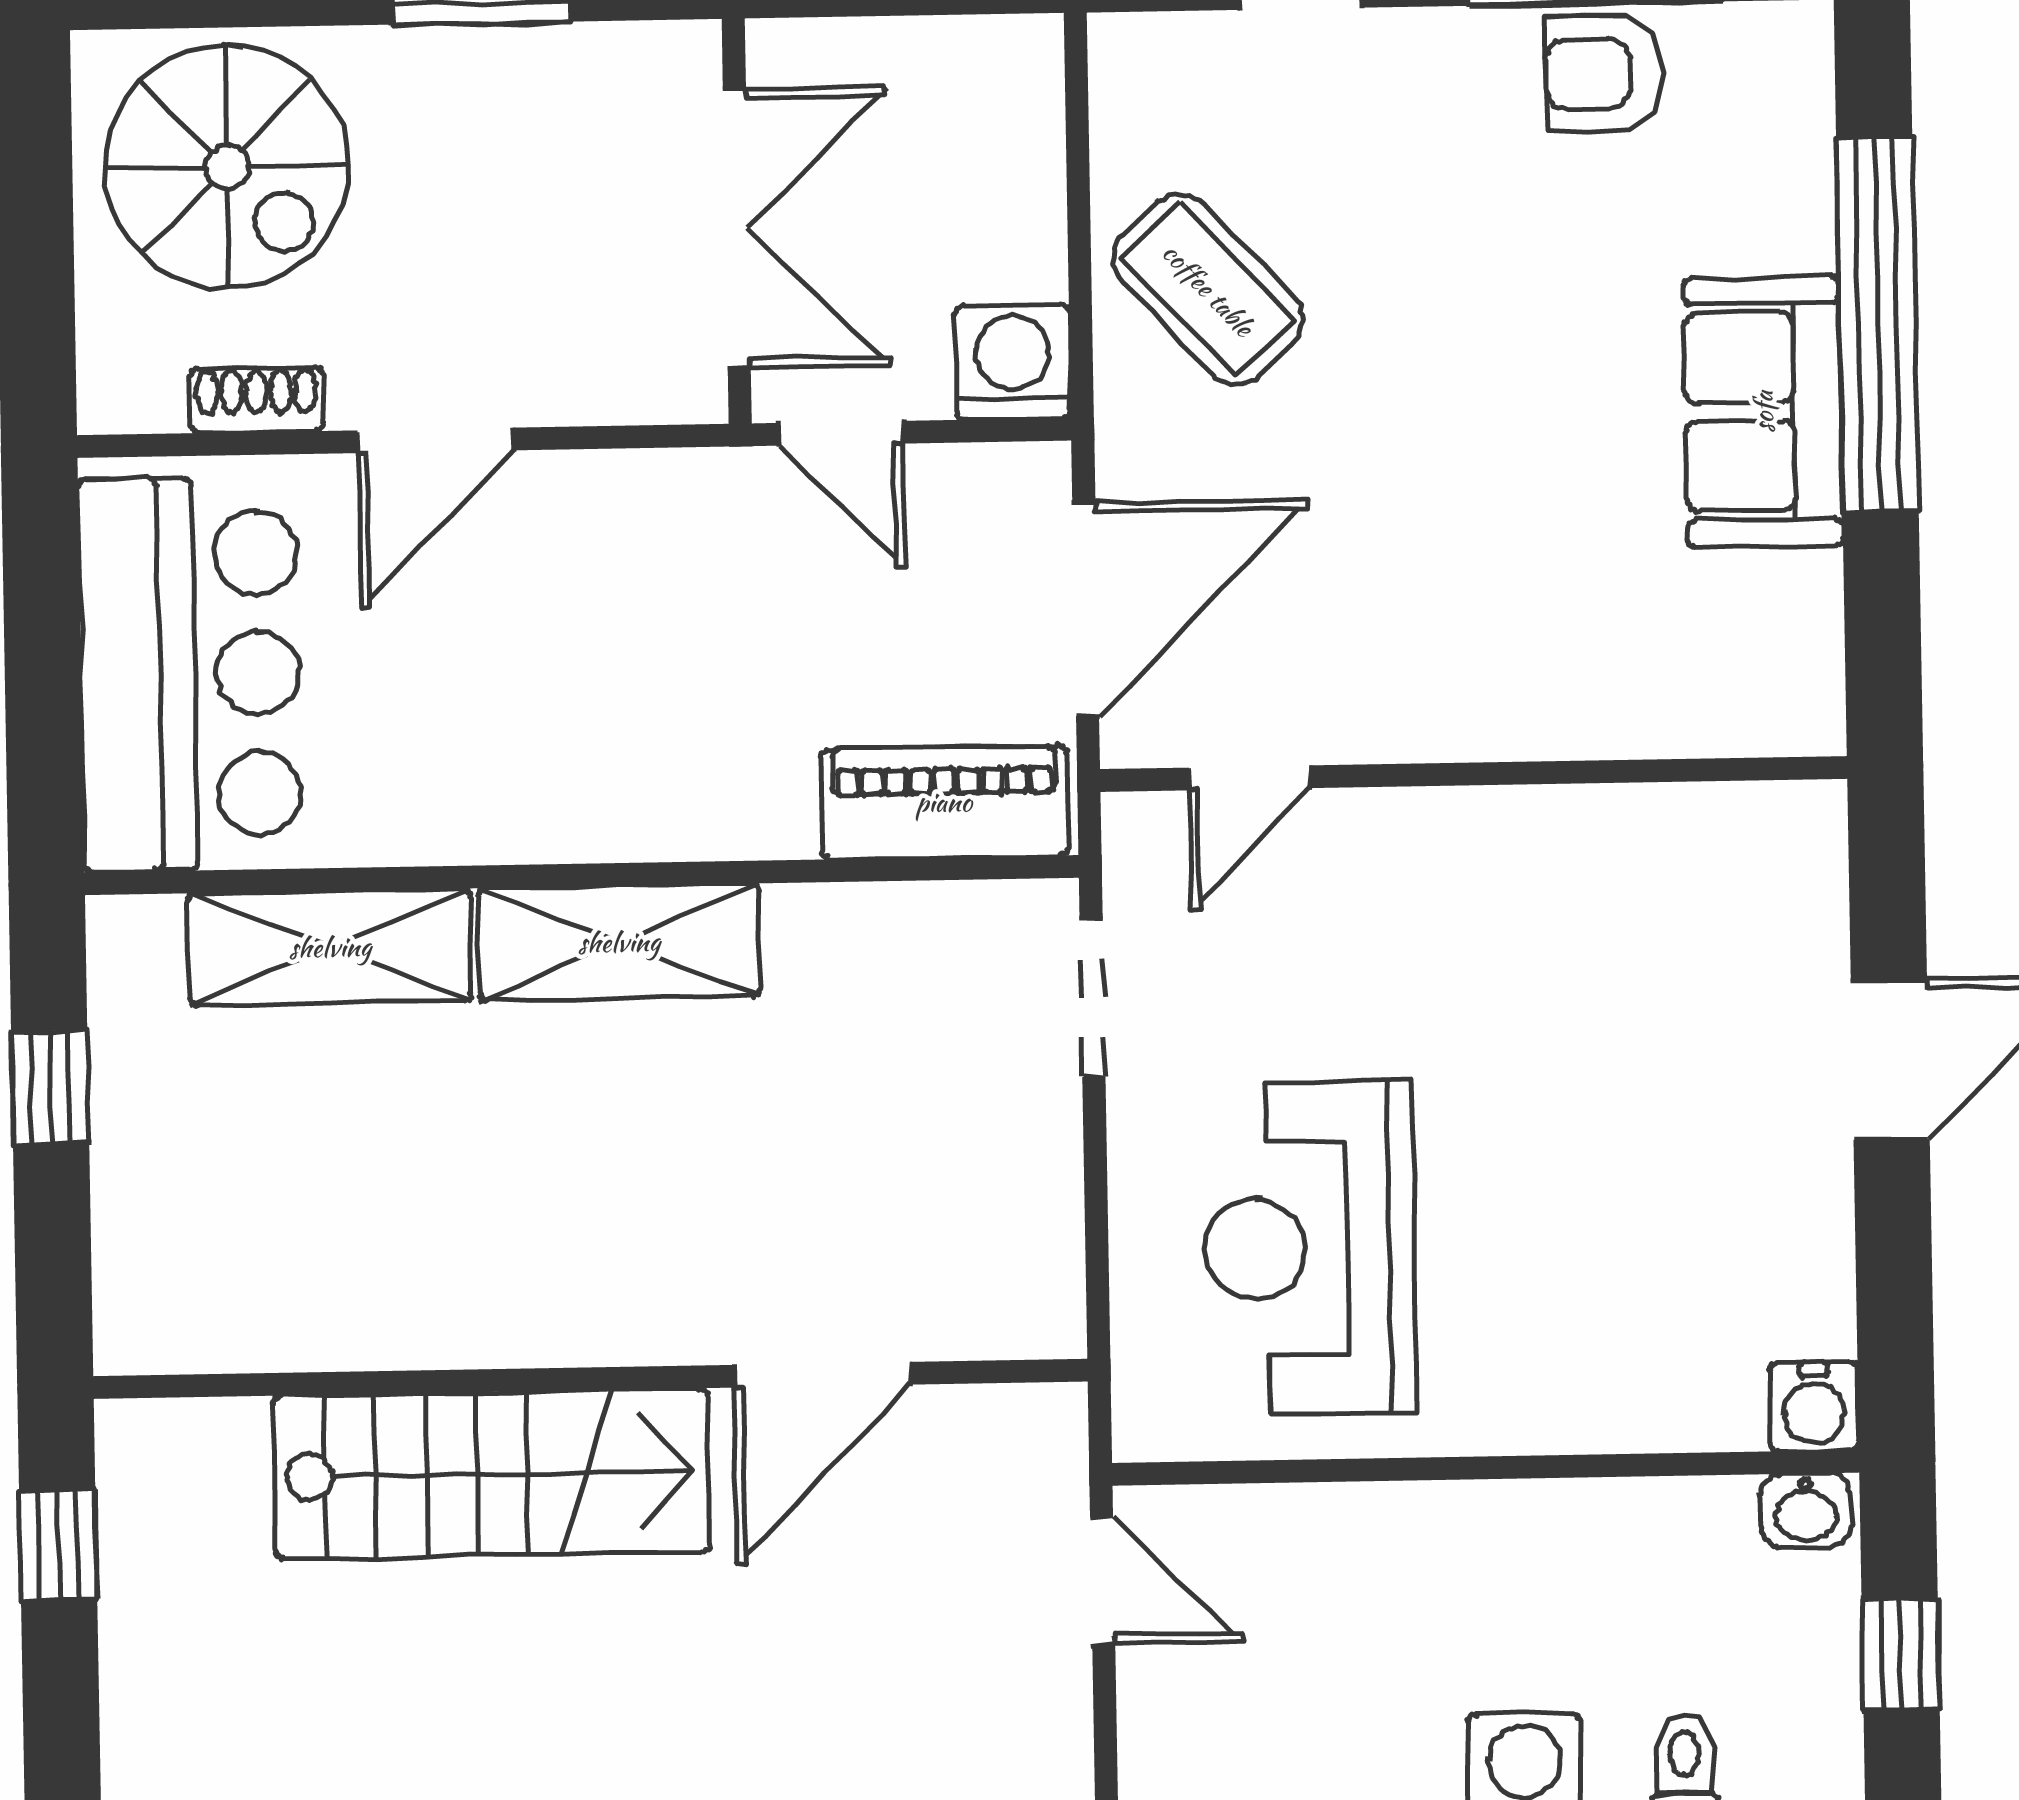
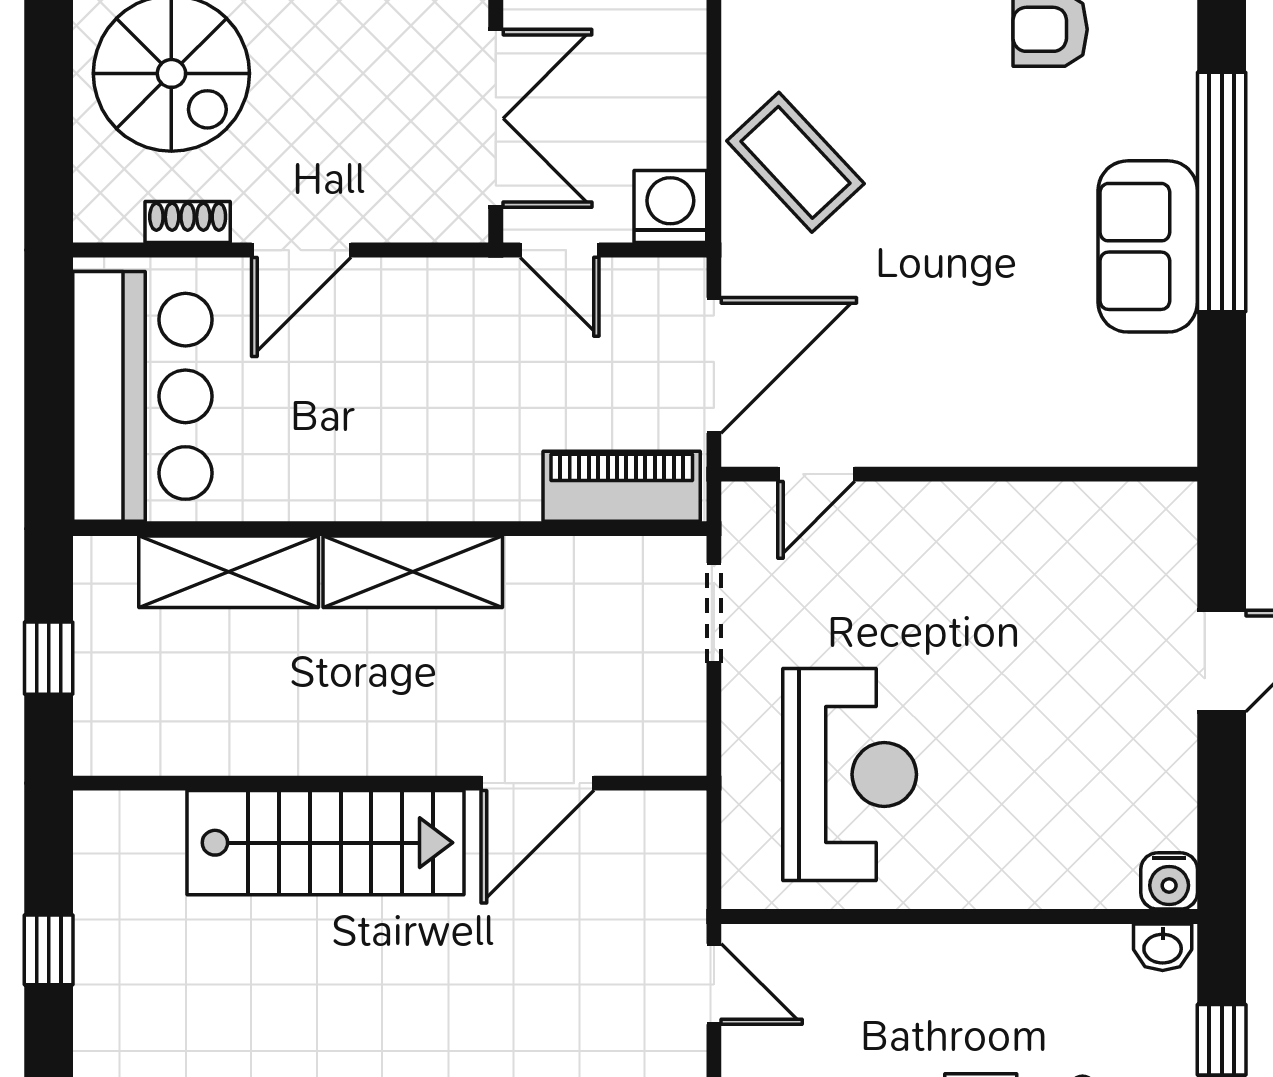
reception desk: (1310, 1248) -> (850, 774), turned 180
door: (822, 1375) -> (538, 783), moved
wall: (591, 1379) -> (390, 783), moved
stairs: (492, 1474) -> (326, 843), moved

